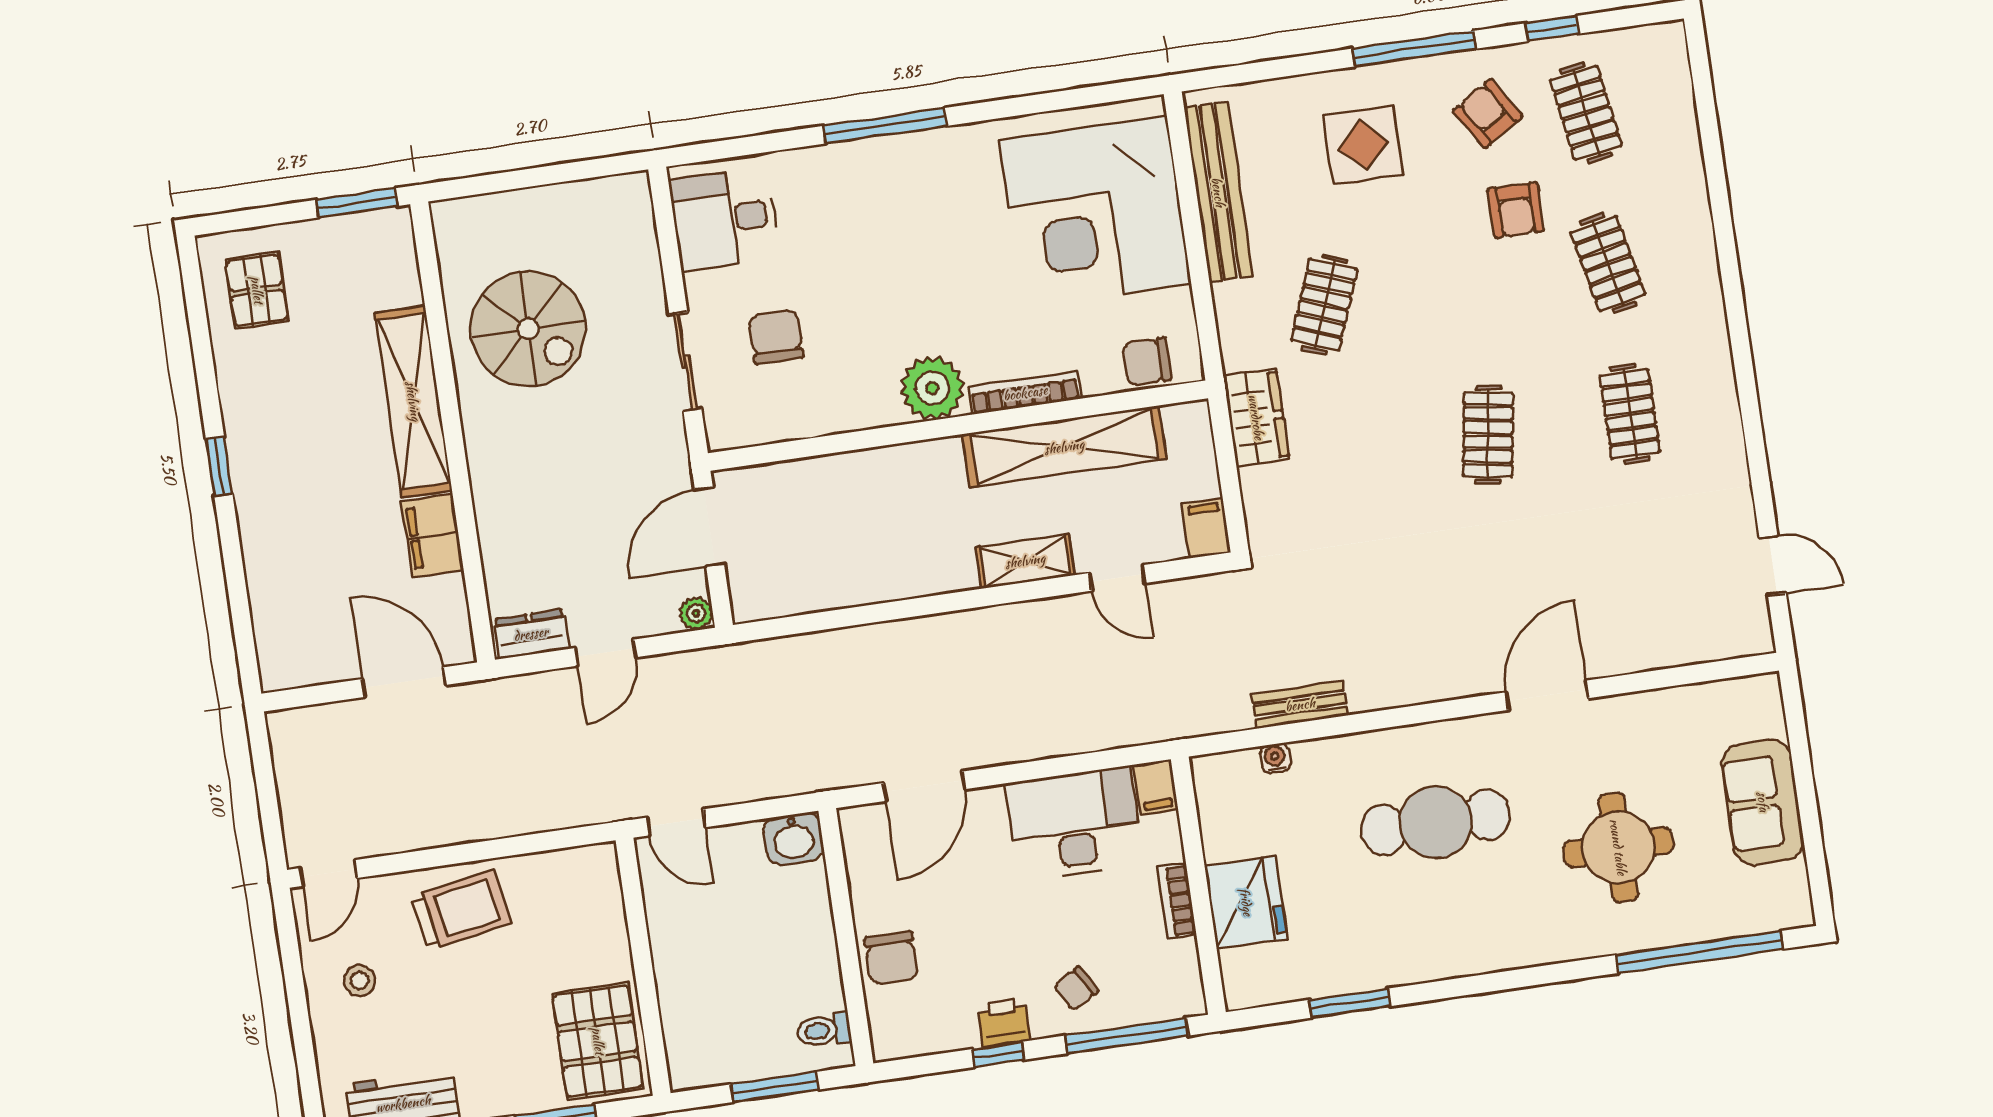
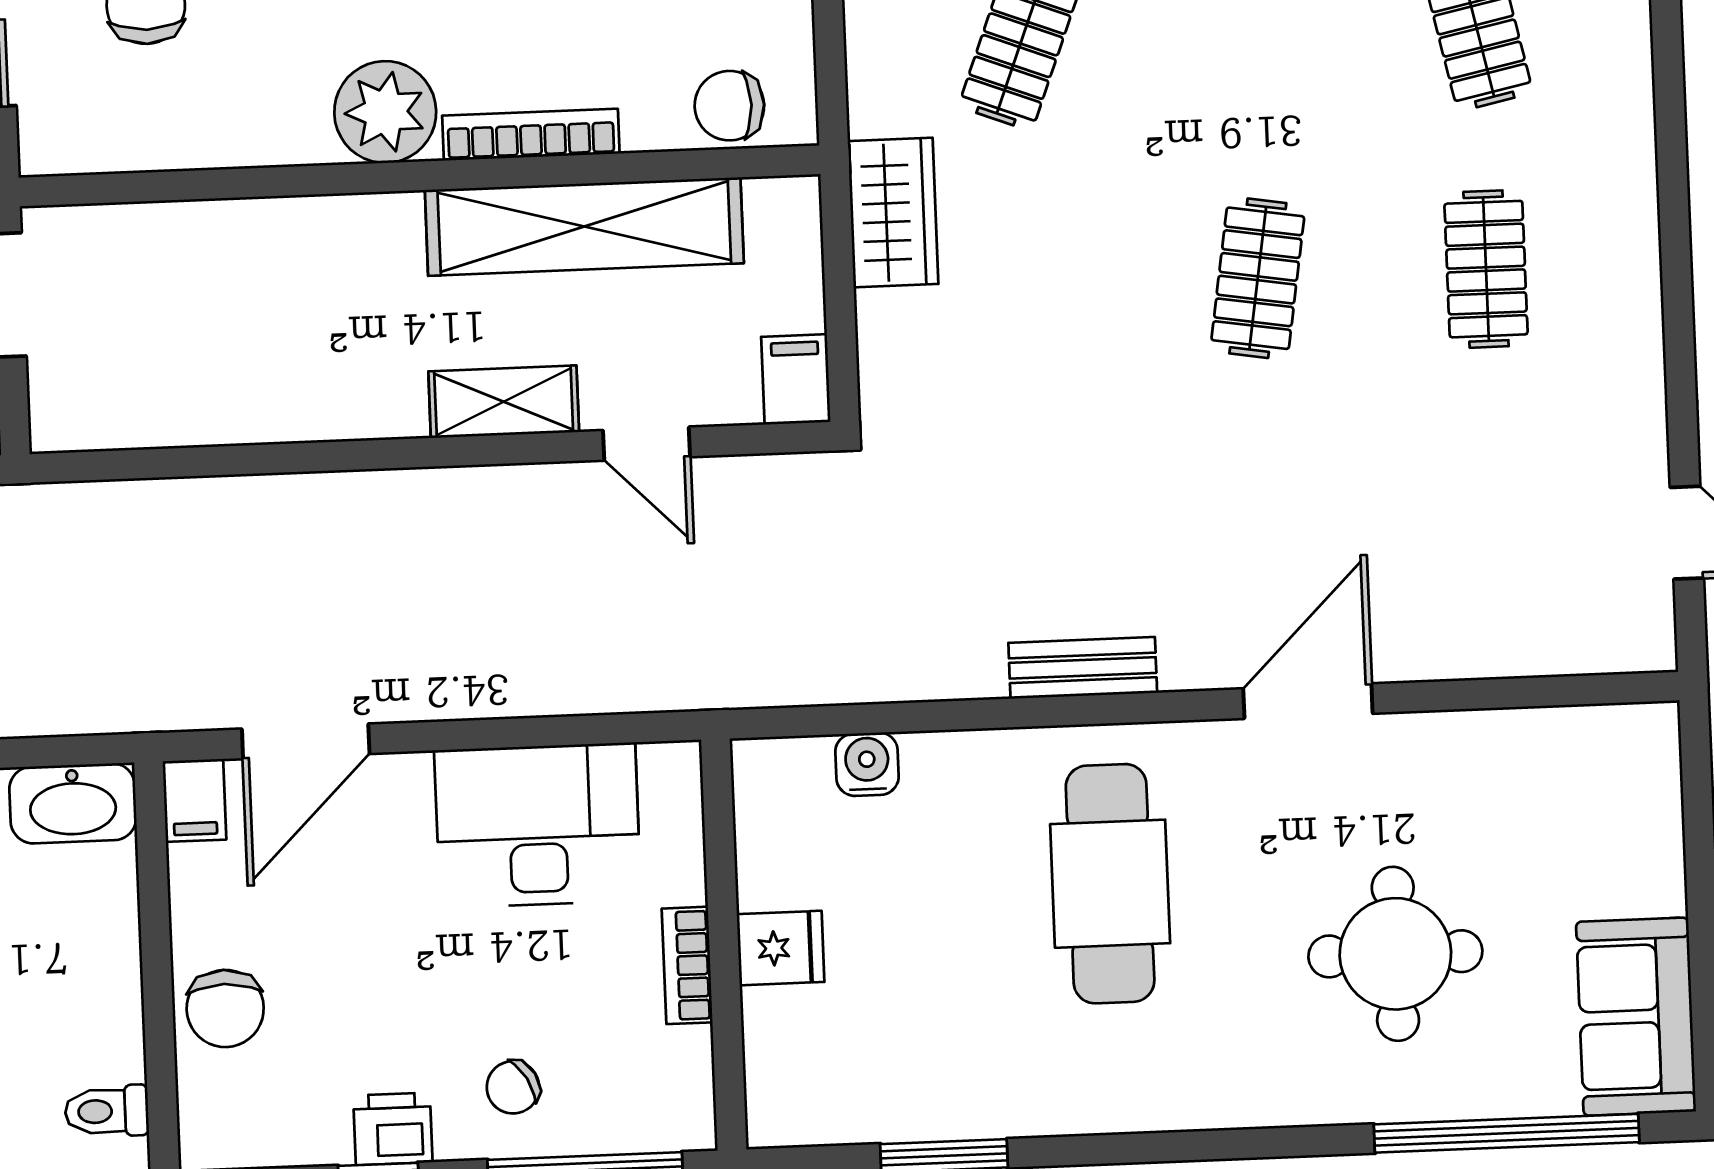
bench: (1300, 705) -> (1083, 668), moved
water cooler: (1275, 758) -> (867, 764), width x1.38, depth x1.38
filing cabinet: (1156, 787) -> (194, 800), moved
sofa: (1763, 802) -> (1636, 1017), moved
cafe table: (1436, 822) -> (1110, 884), turned 90
washbasin: (794, 839) -> (73, 803), width x1.38
fridge: (1246, 902) -> (781, 948), width x0.53, depth x0.75

